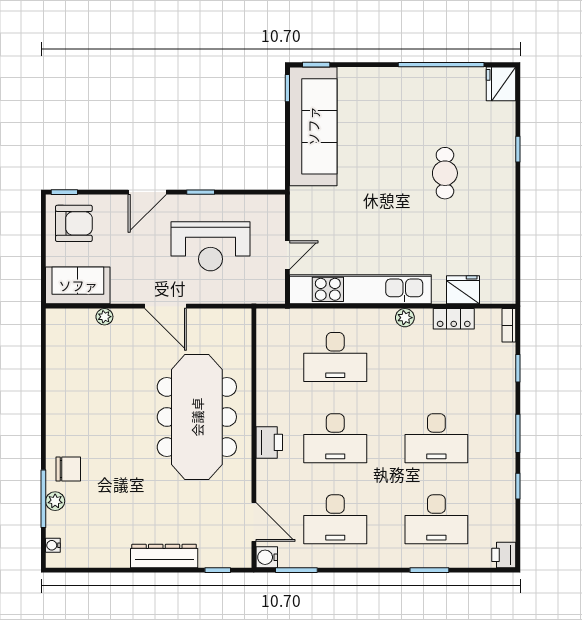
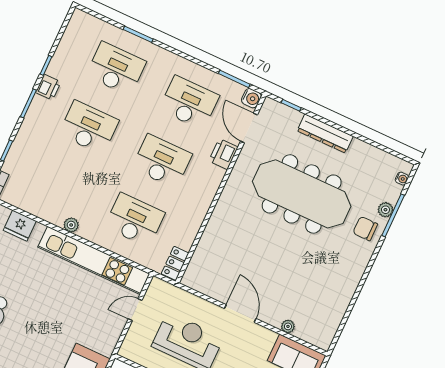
locker: (454, 319) -> (175, 263), moved, turned -90
meeting table: (197, 417) -> (302, 194), moved, turned 90
printer: (269, 442) -> (223, 154), moved
printer: (504, 555) -> (48, 87), moved

